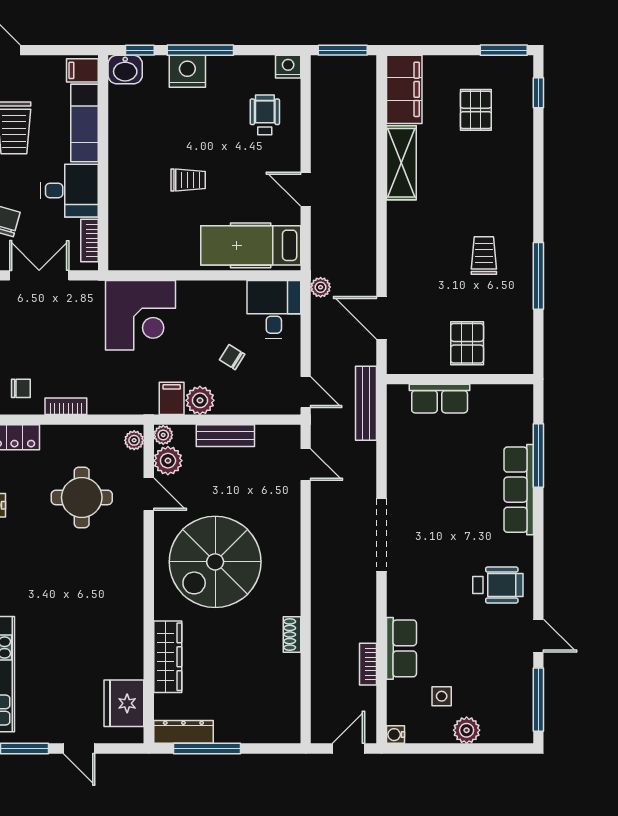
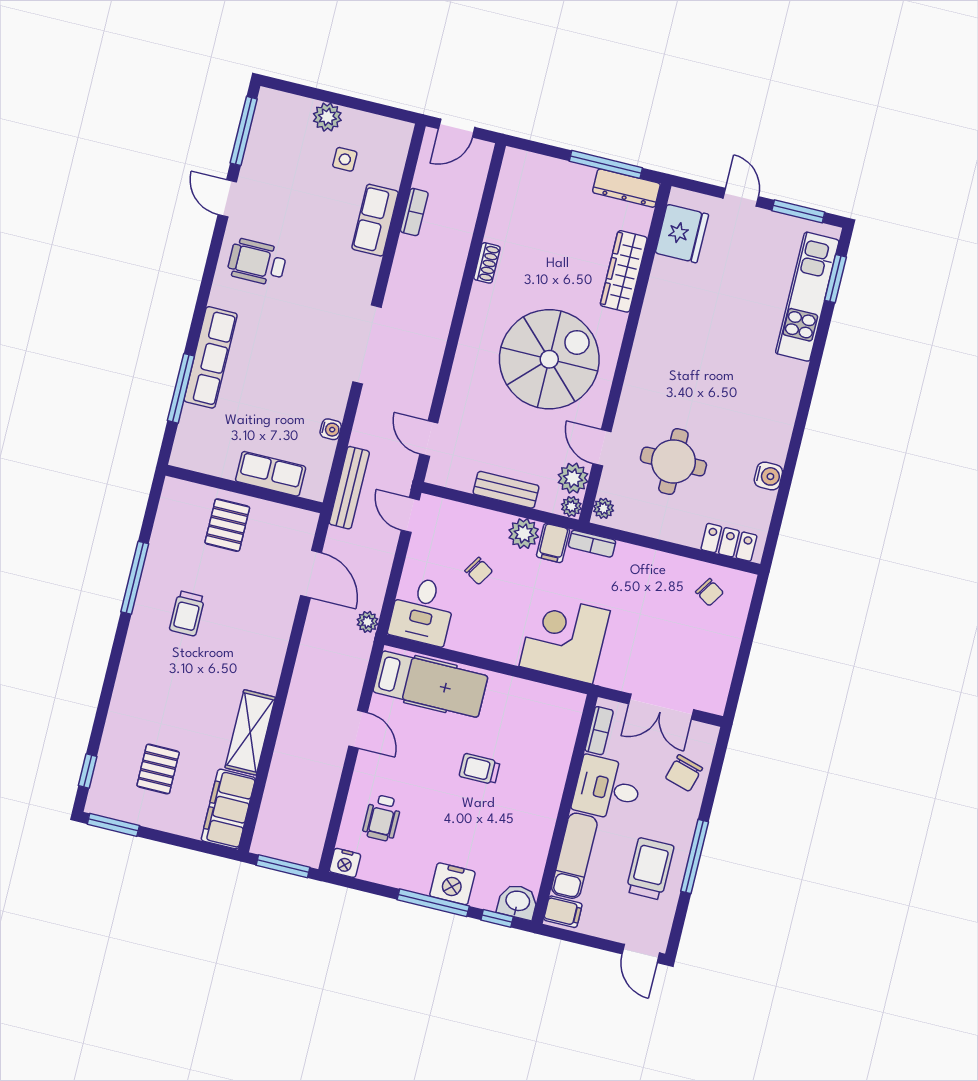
chair: (21, 388) -> (710, 592), turned -147
bookcase: (66, 406) -> (592, 544), moved
water cooler: (395, 735) -> (331, 429), moved

